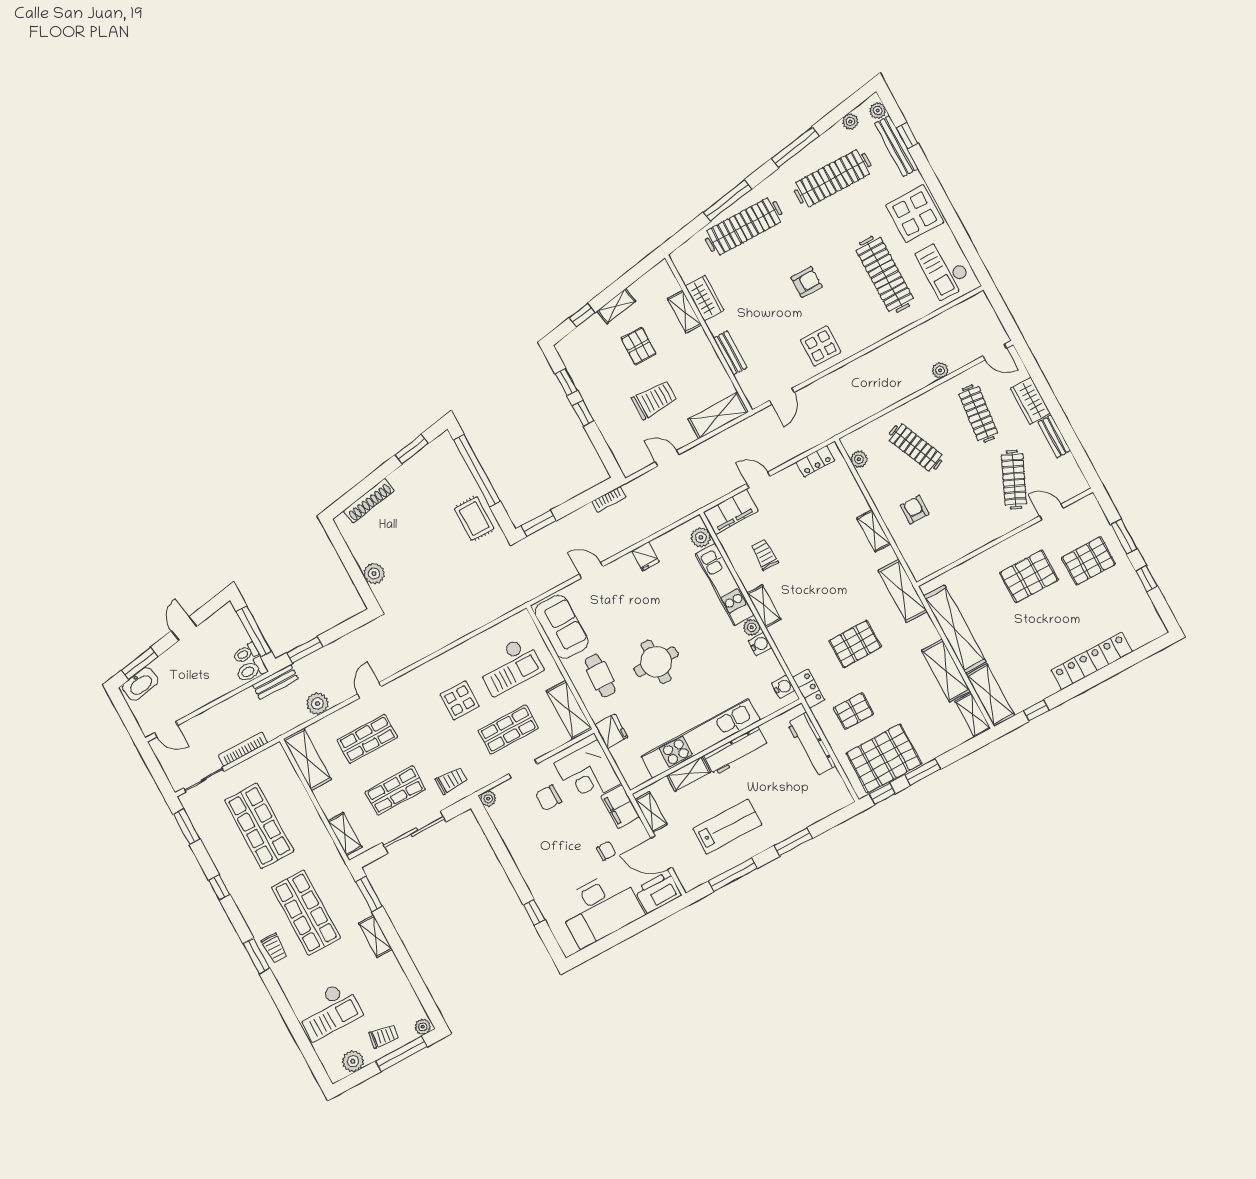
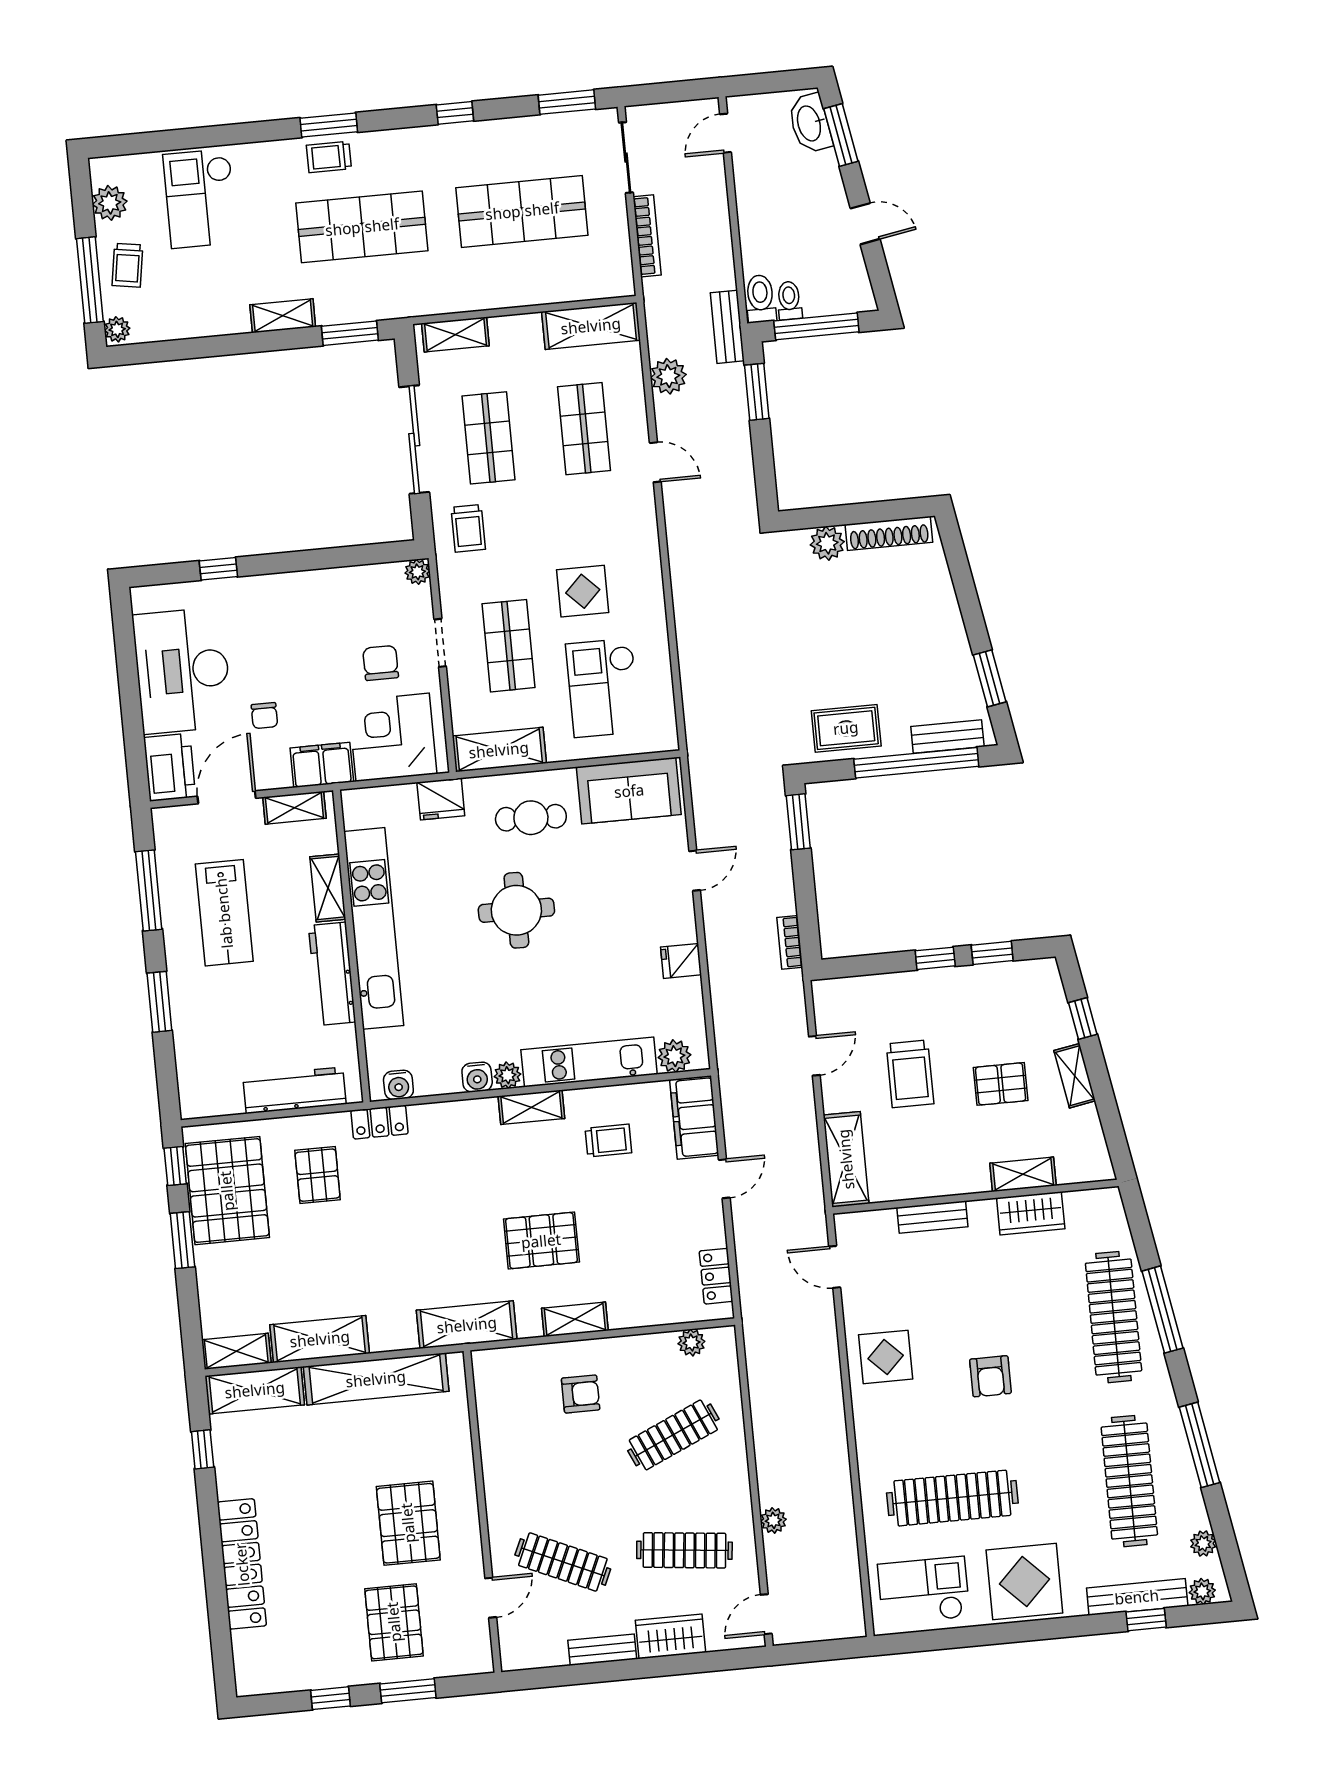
bench: (455, 459) -> (947, 737), added
shoe rack: (369, 501) -> (889, 533), moved, turned -80
pallet: (855, 644) -> (541, 1241), moved, turned 90

